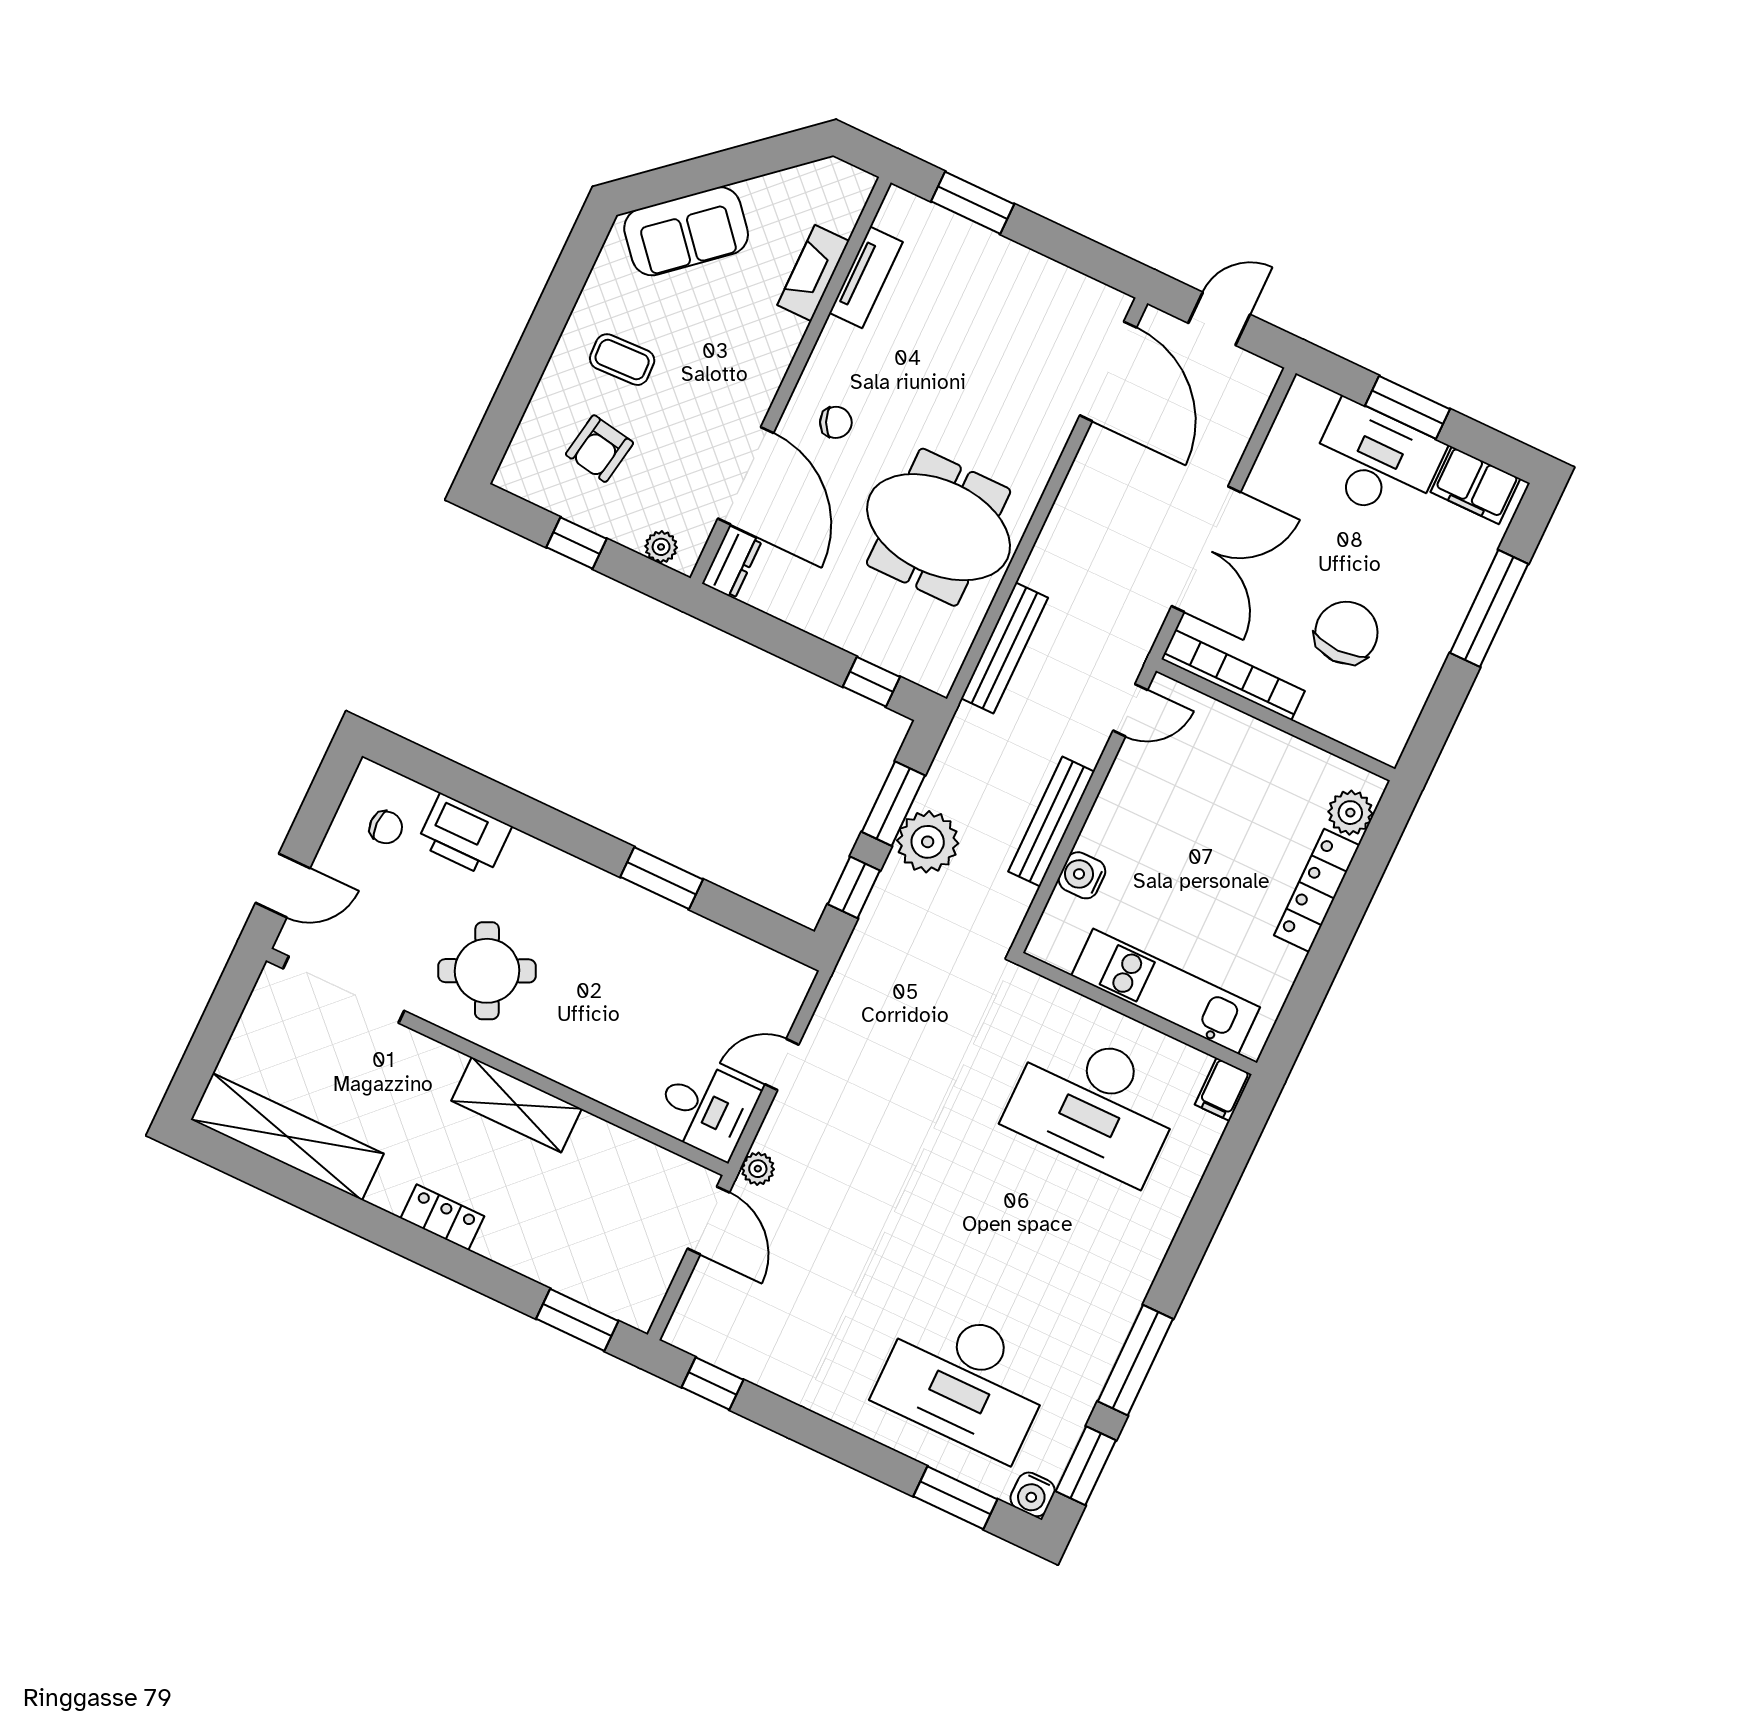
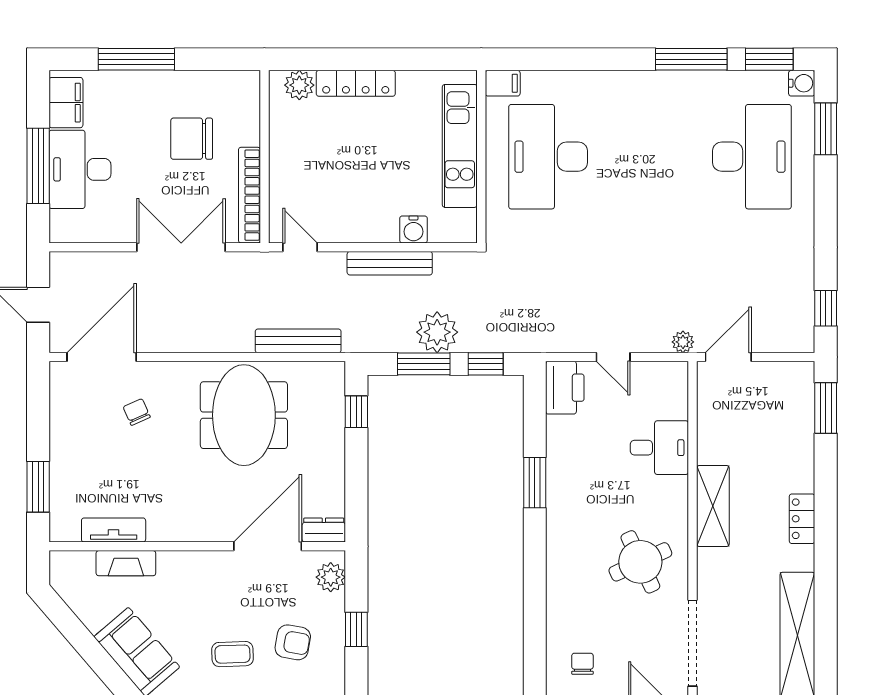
coffee table: (622, 360) -> (233, 654), turned 90
window: (1407, 407) -> (38, 166), width x1.44
chair: (836, 422) -> (137, 412), moved
plant: (661, 547) -> (331, 577), width x1.38, depth x1.38
printer: (464, 835) -> (565, 388), moved
desk: (1095, 1104) -> (548, 157), turned 180
desk: (706, 1109) -> (659, 448), moved, turned 90

